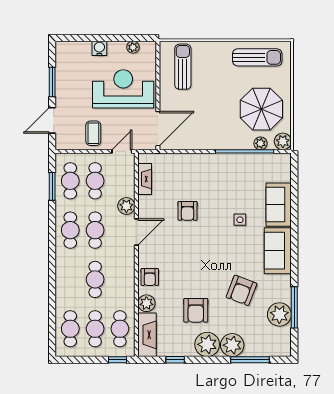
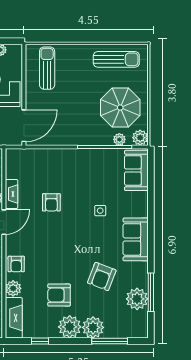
fireplace: (145, 179) -> (11, 194), moved
sofa: (279, 205) -> (136, 170), moved
armchair: (196, 310) -> (59, 295), turned 90

